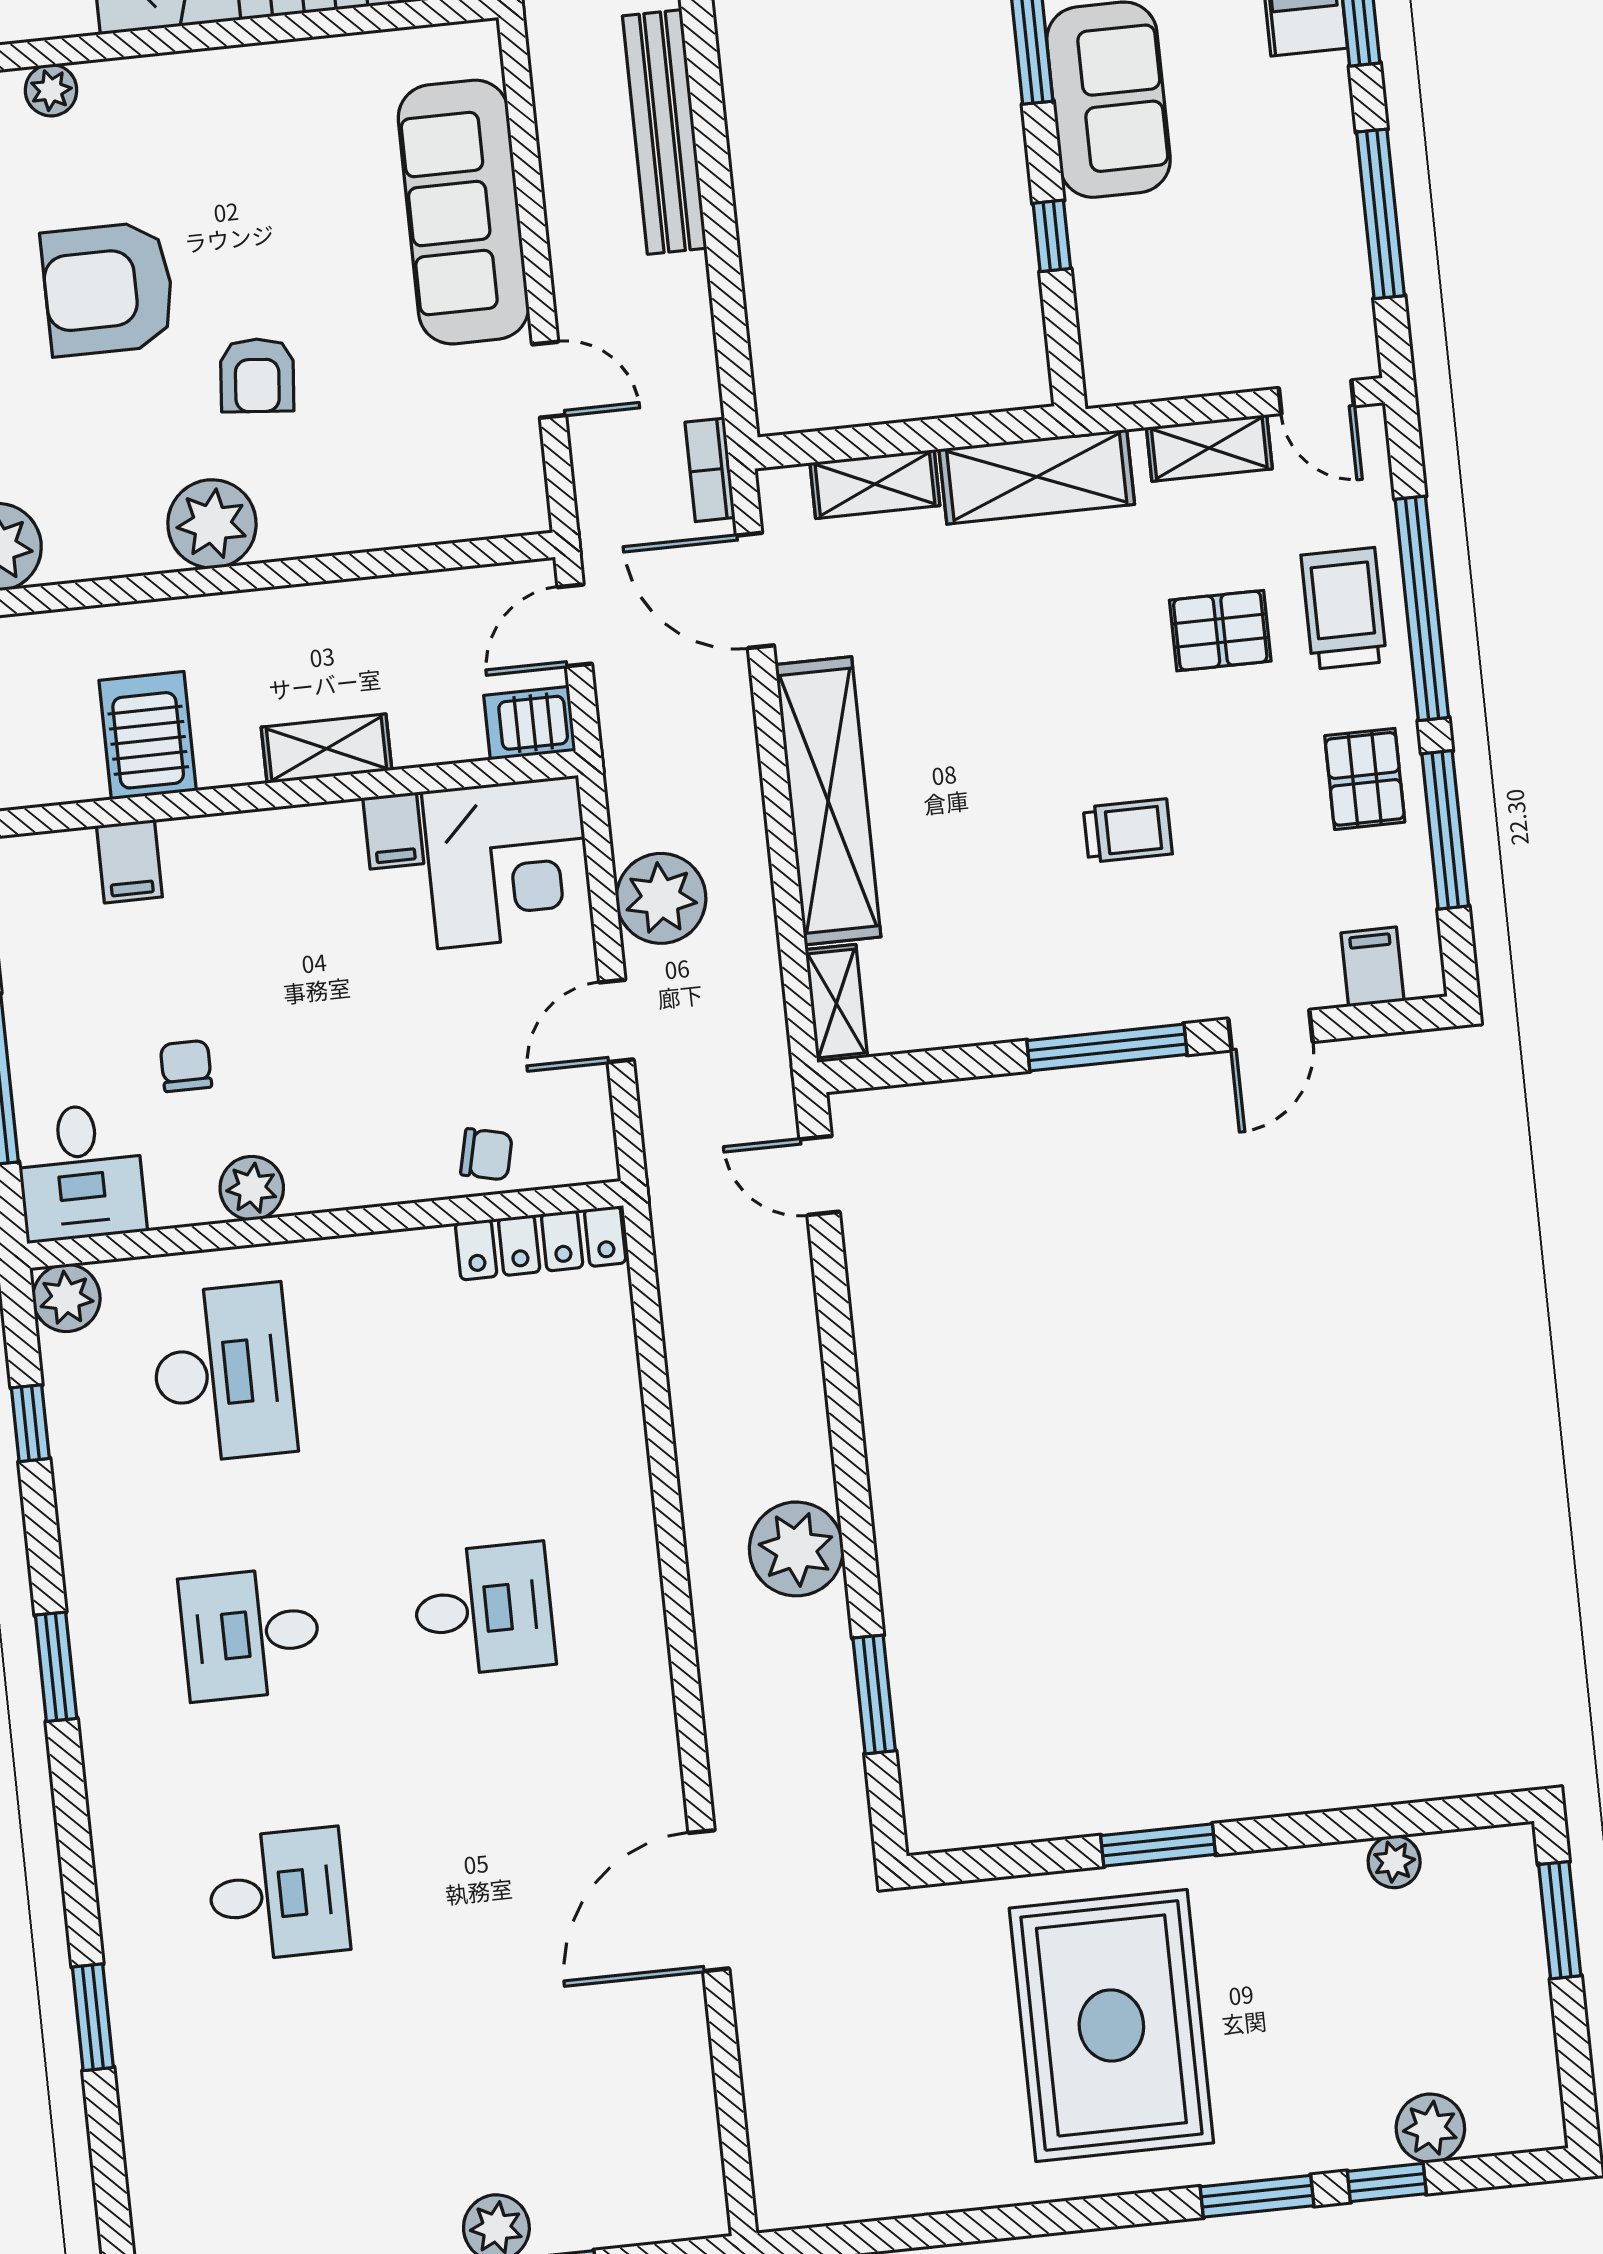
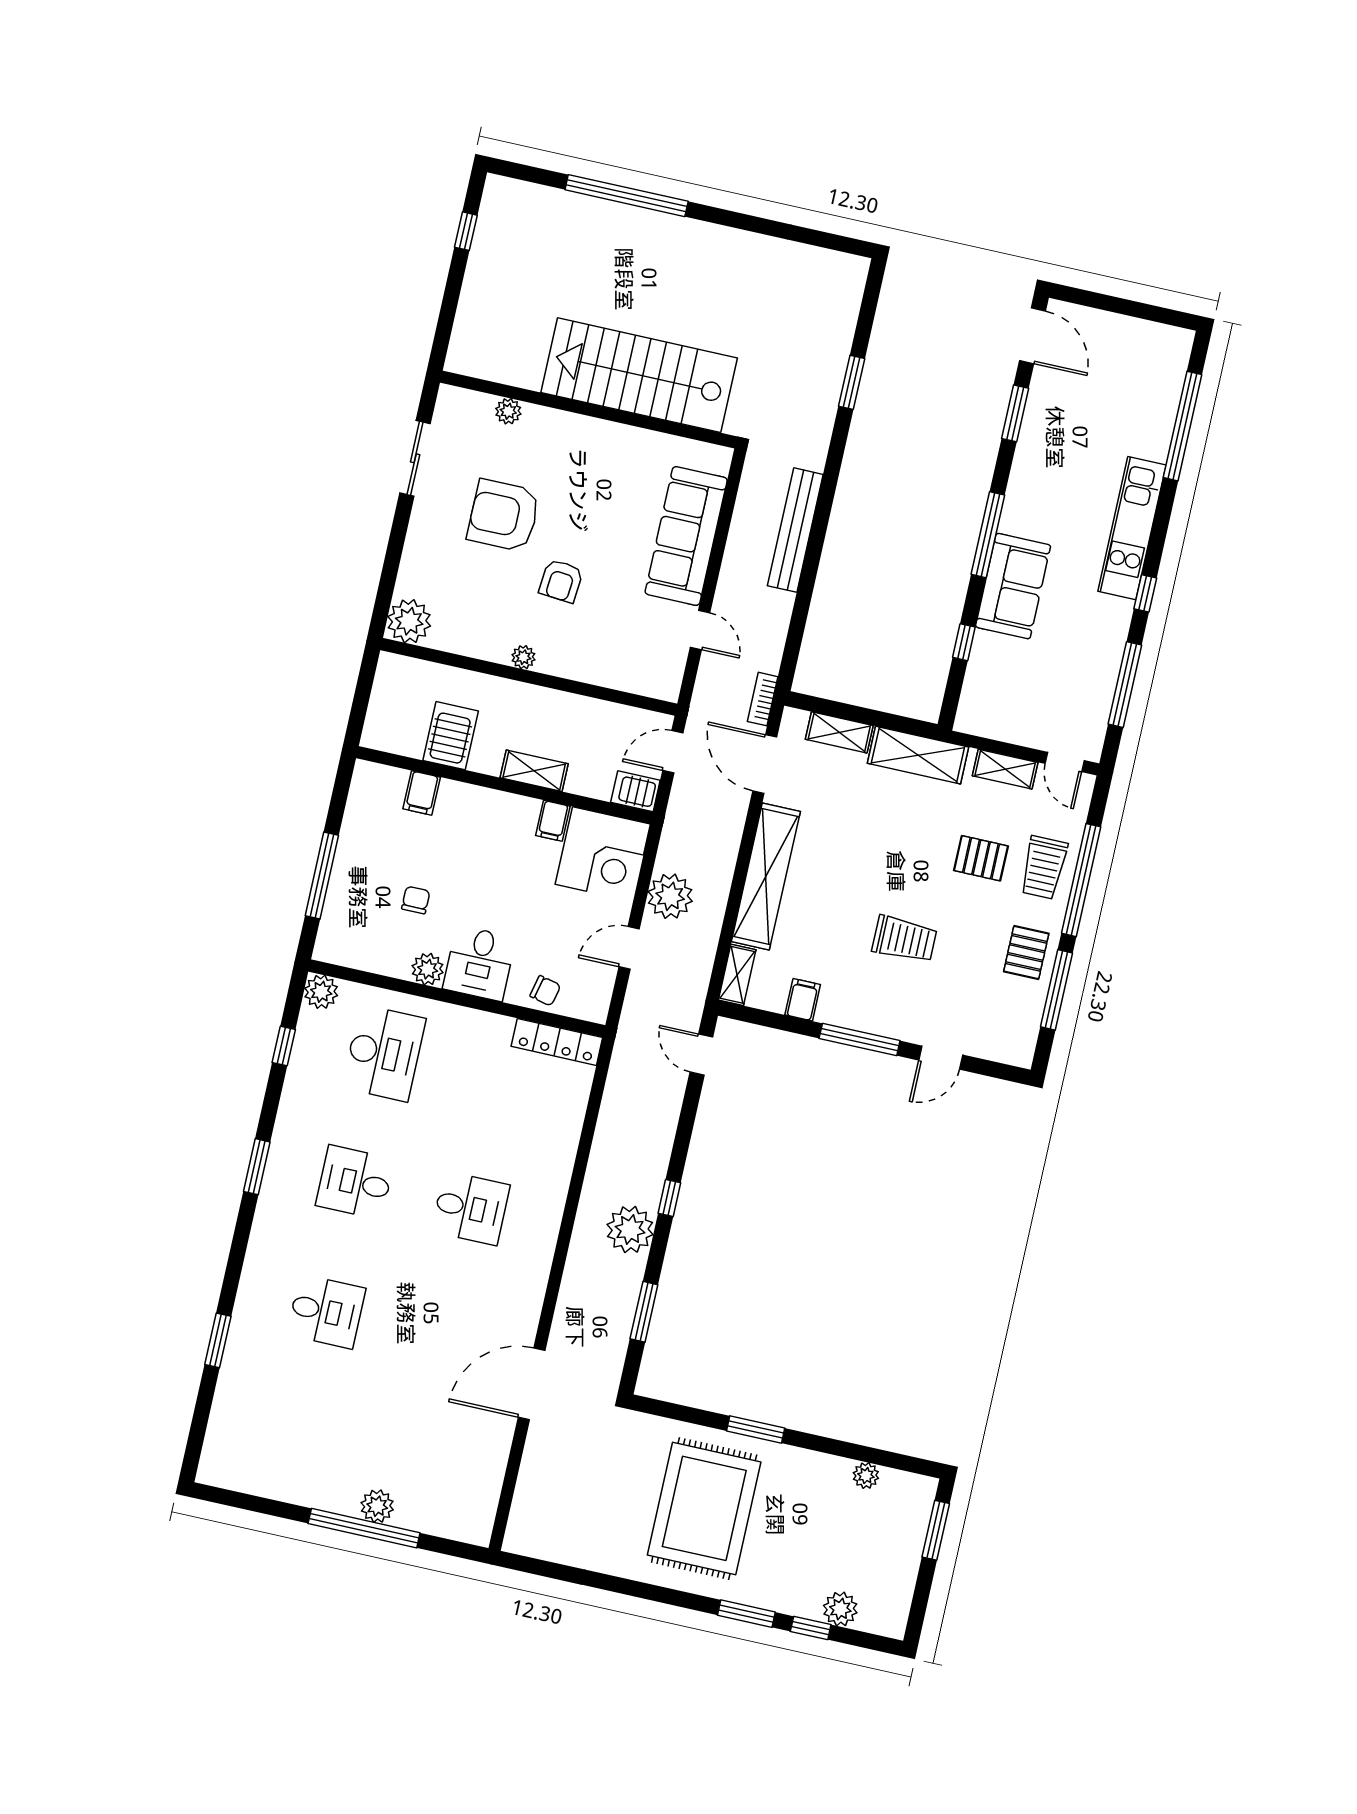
plant: (212, 524) -> (523, 657), width x0.53, depth x0.53
trolley: (1344, 608) -> (1044, 868), turned 180
trolley: (1128, 831) -> (904, 939), width x1.36, depth x1.39
filing cabinet: (1373, 967) -> (803, 1000), moved
desk: (80, 1172) -> (479, 963), moved
window: (850, 1465) -> (669, 1198), added

